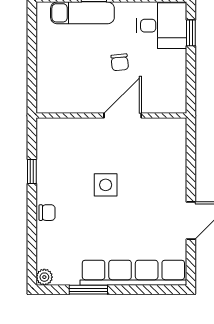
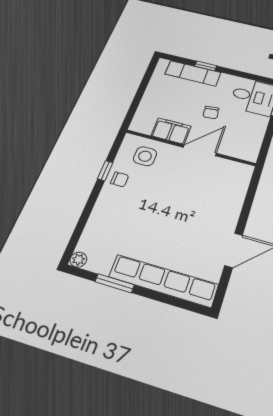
filing cabinet: (84, 100) -> (171, 131), added
side table: (106, 185) -> (145, 156), moved
chair: (47, 213) -> (120, 179), moved

